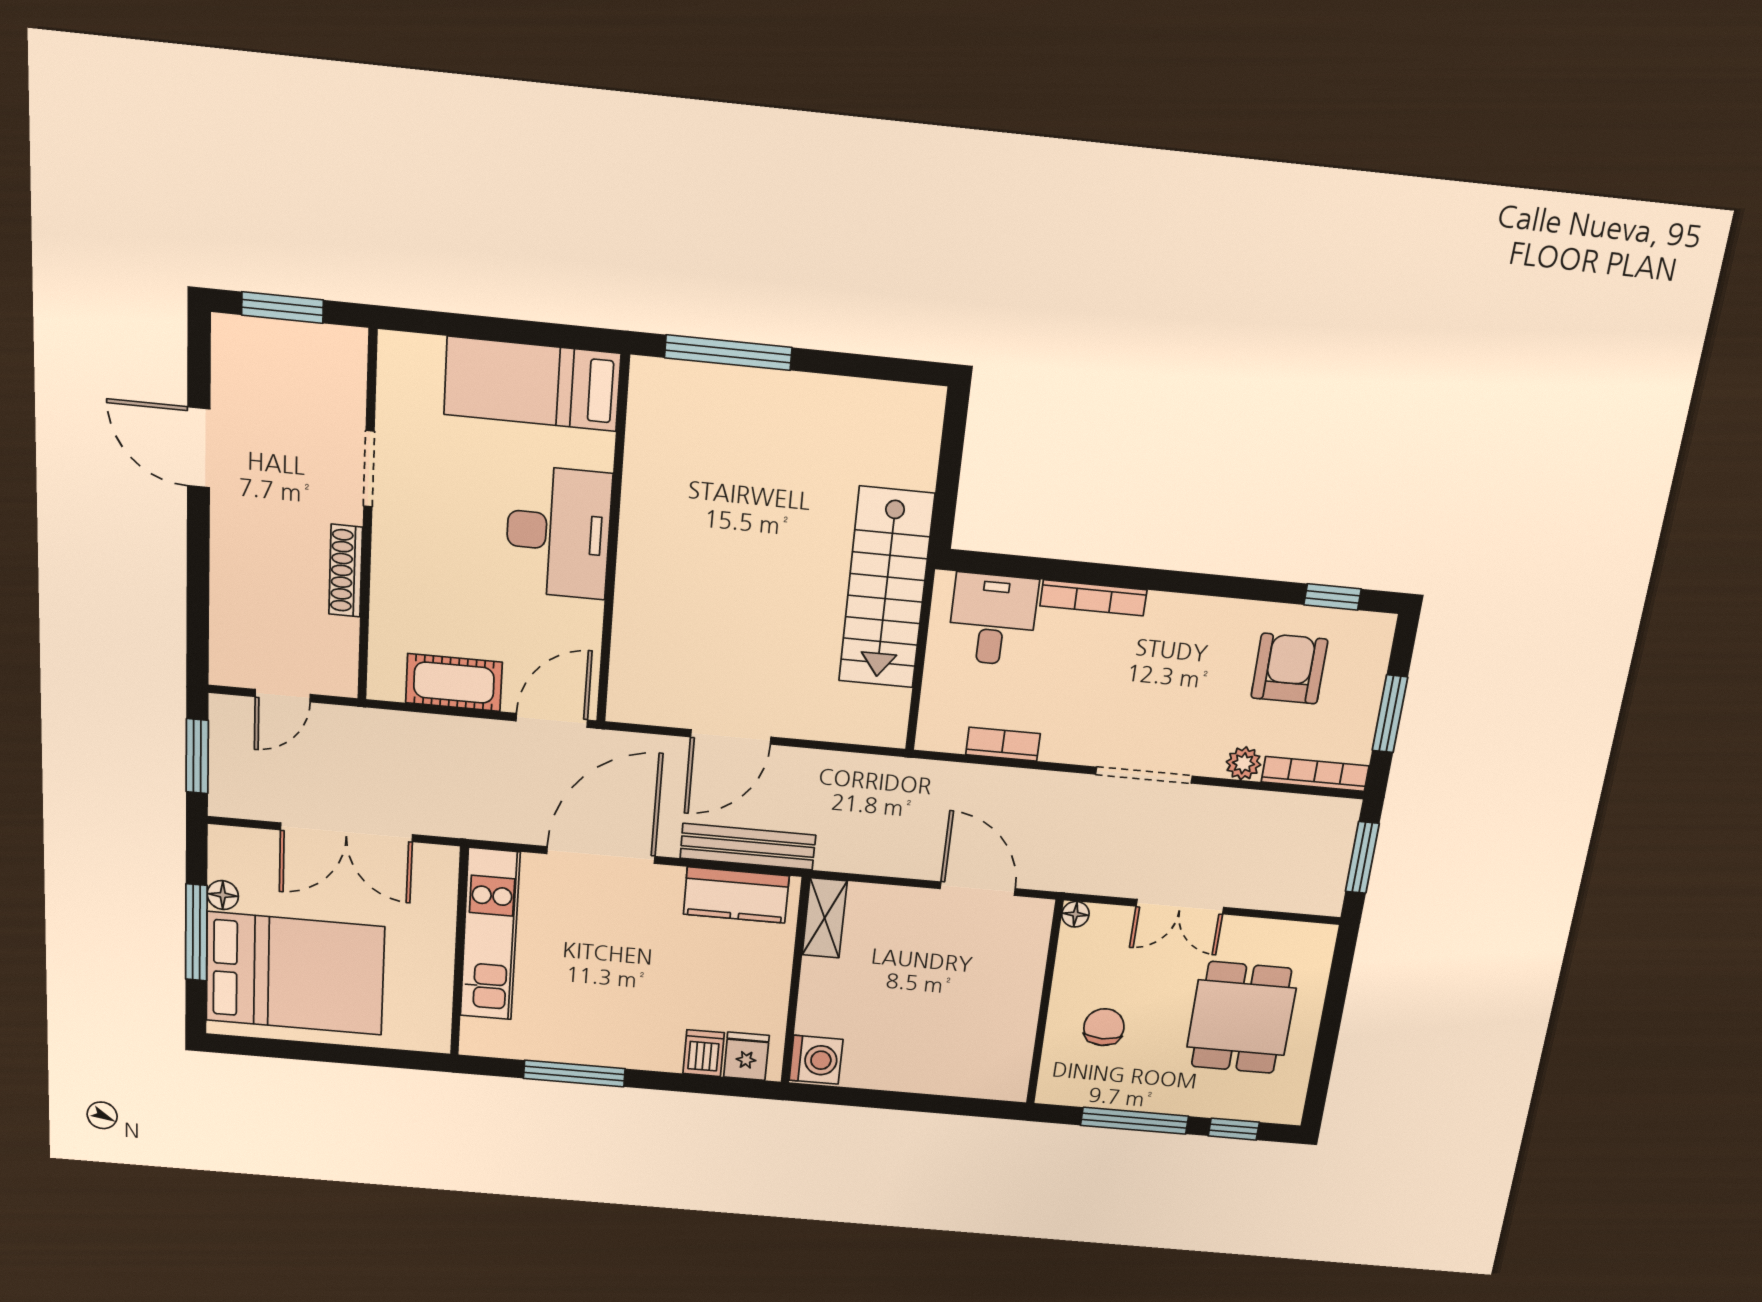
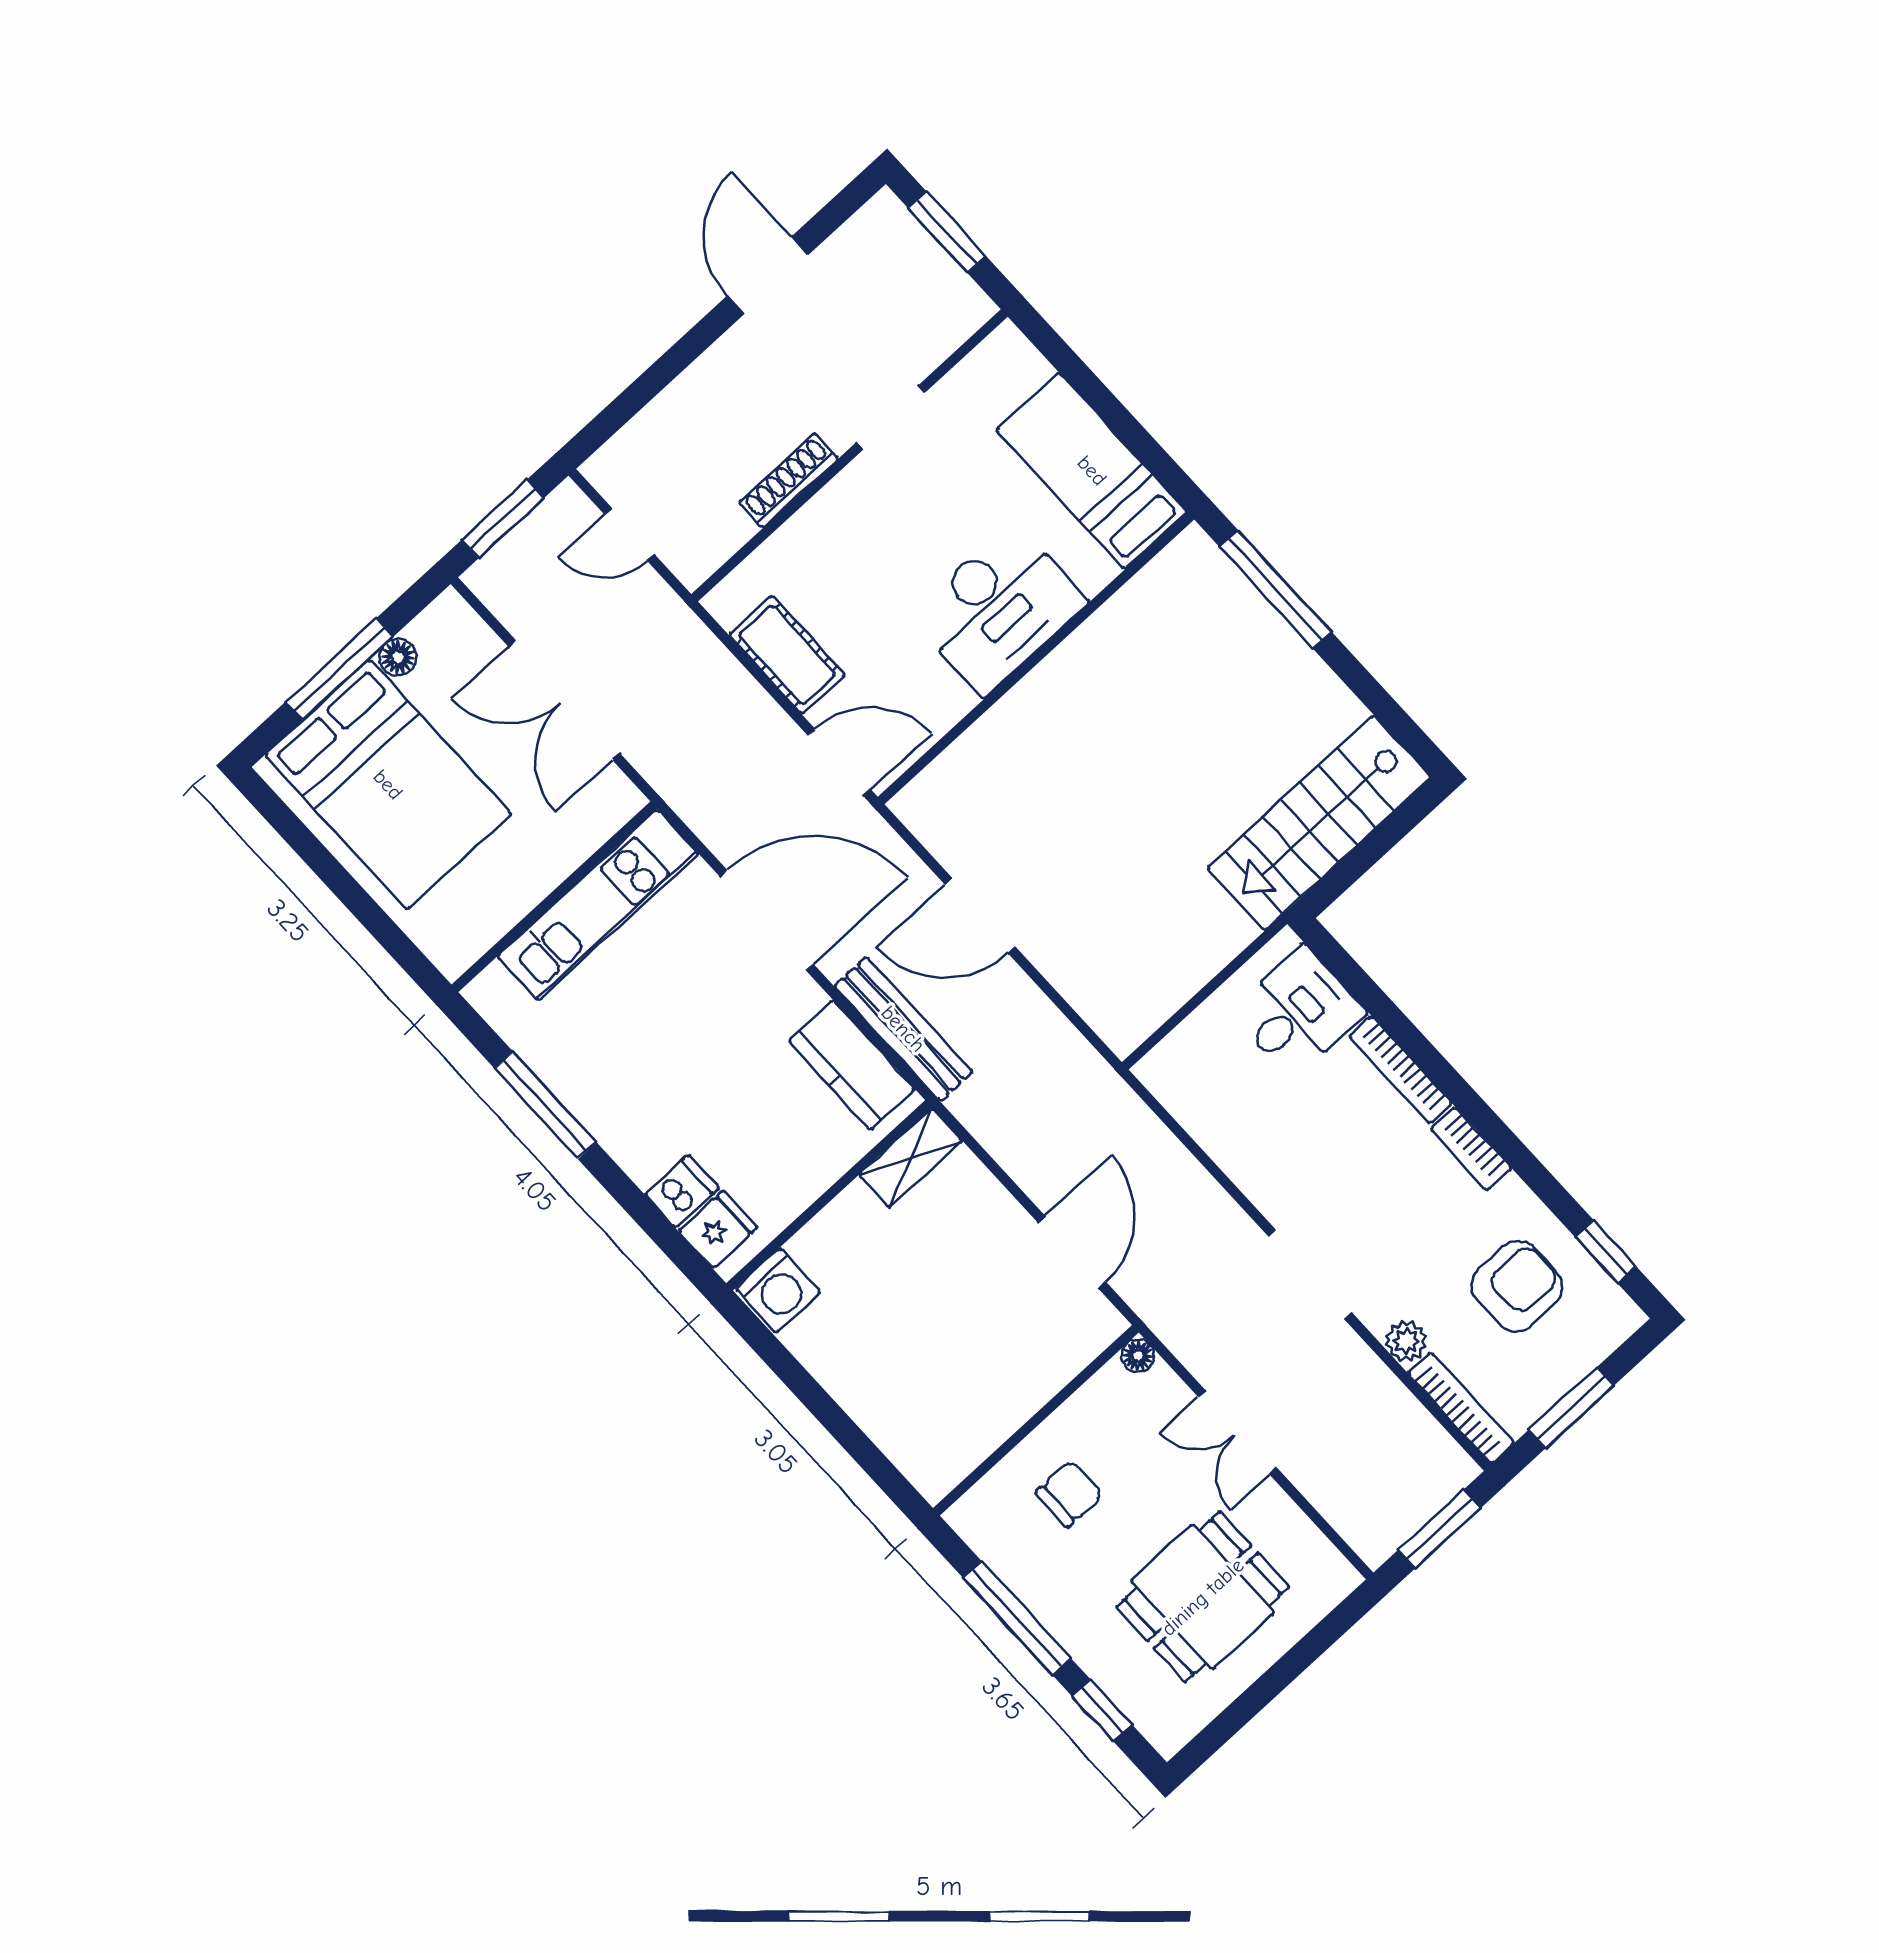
stairs: (886, 588) -> (1319, 823), moved
bookcase: (1003, 744) -> (1471, 1149), moved, turned 180

